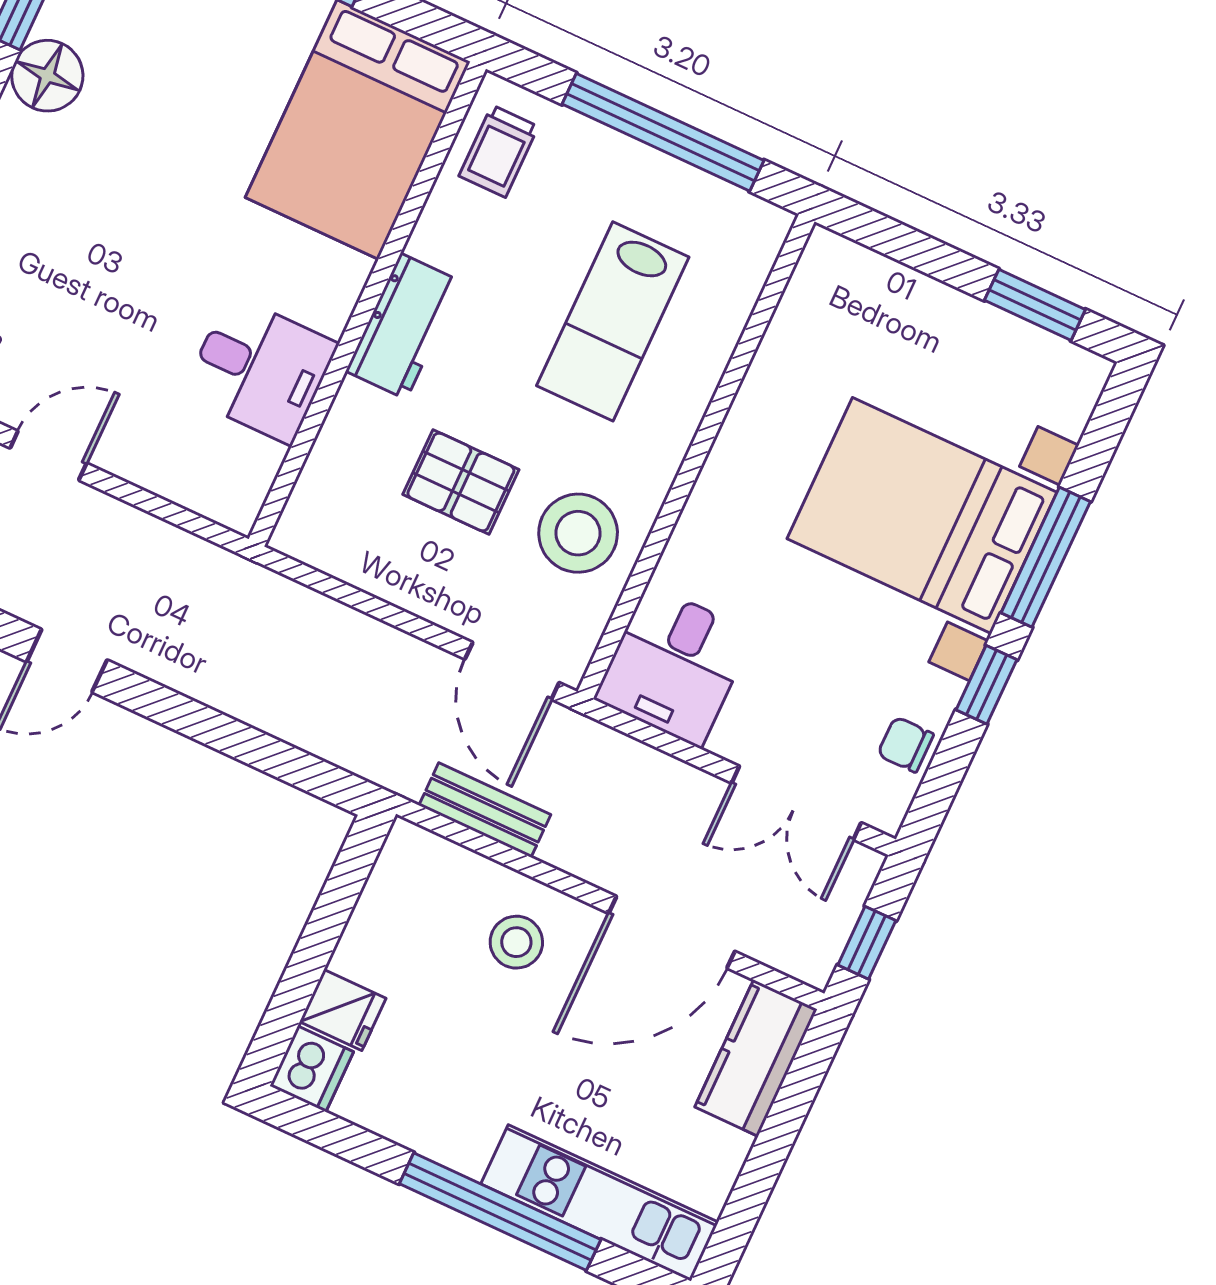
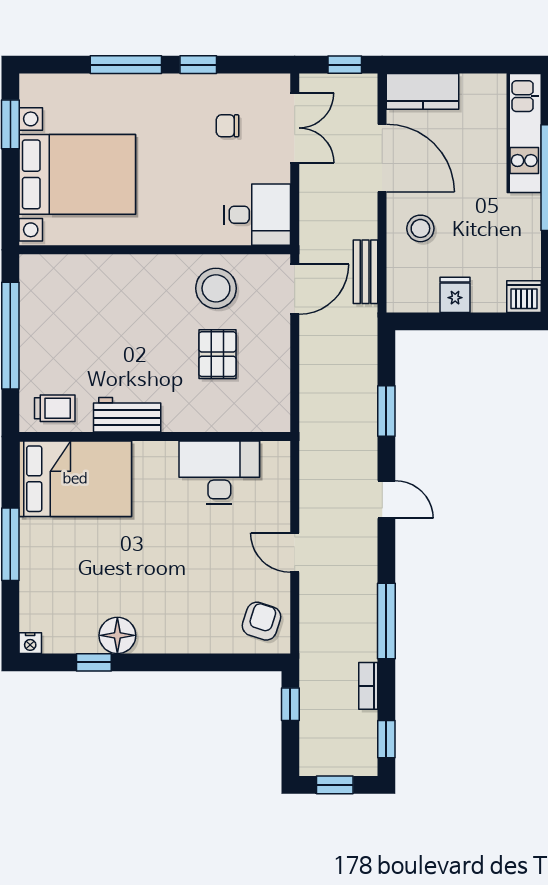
lab bench: (613, 321) -> (109, 318), removed
workbench: (403, 326) -> (127, 415), moved
desk: (260, 369) -> (219, 472), width x1.37
bed with nightstands: (922, 516) -> (77, 174), moved, turned -90
window: (222, 733) -> (386, 411), added
chair: (906, 744) -> (228, 126), moved, turned 90
fridge: (343, 1010) -> (455, 295), moved

